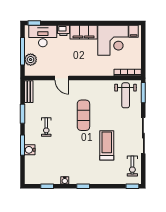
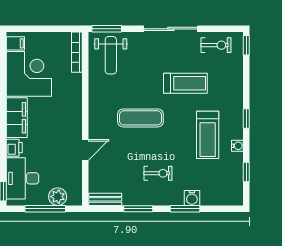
weight bench: (126, 95) -> (111, 55), turned 90
treadmill: (107, 145) -> (185, 83), turned 180
treadmill: (72, 160) -> (208, 135), added

